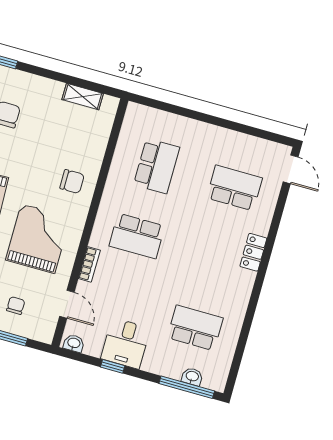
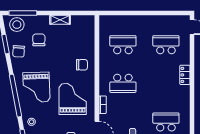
shelving: (83, 97) -> (60, 20), moved
school desk: (157, 166) -> (123, 45), turned -90

